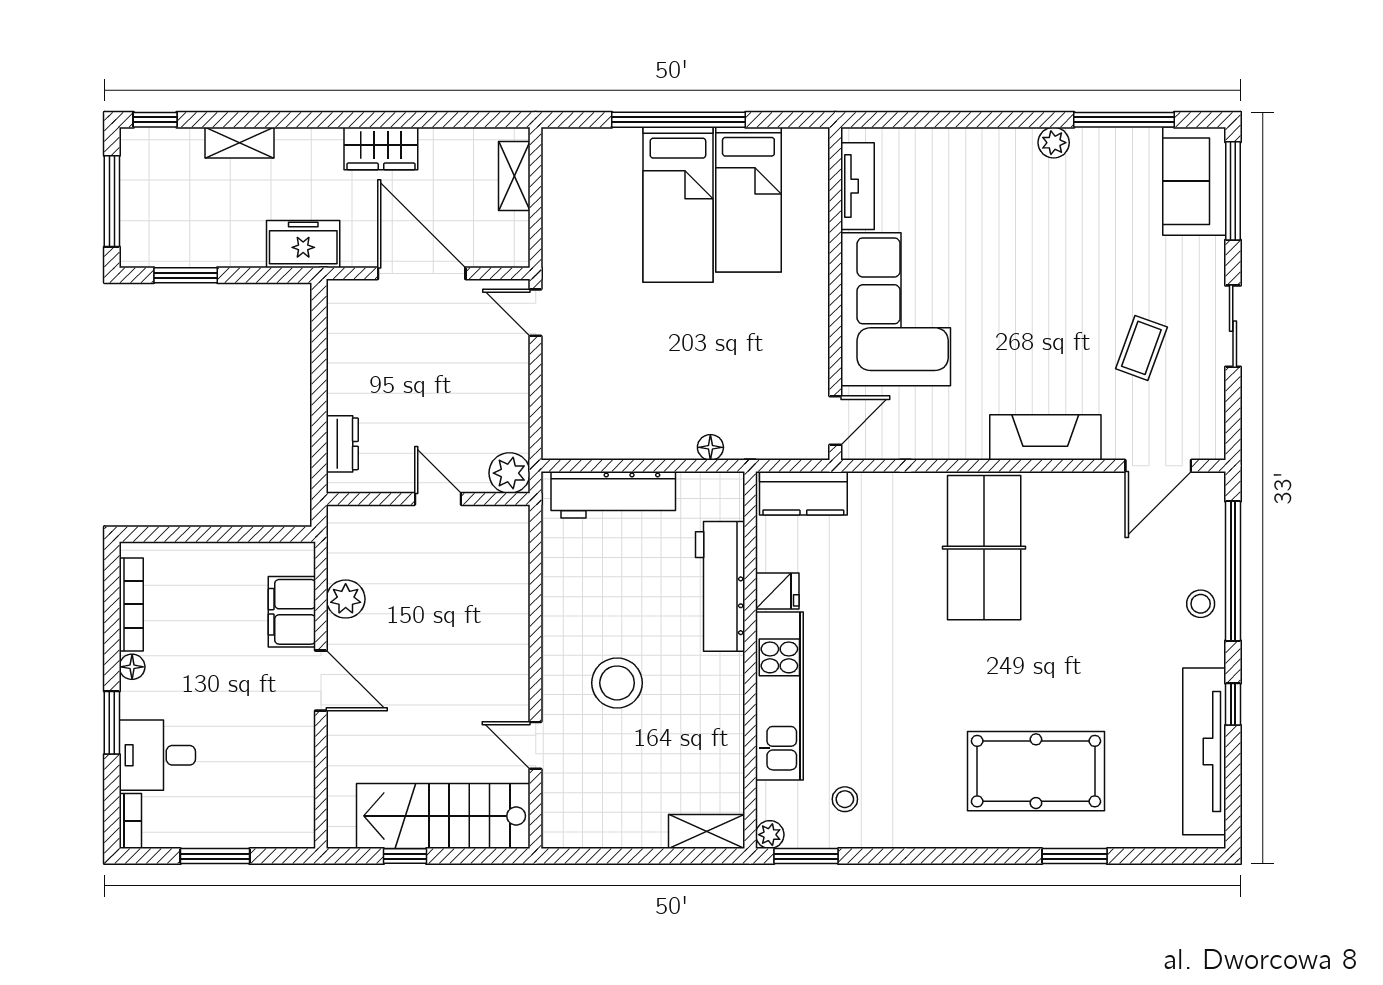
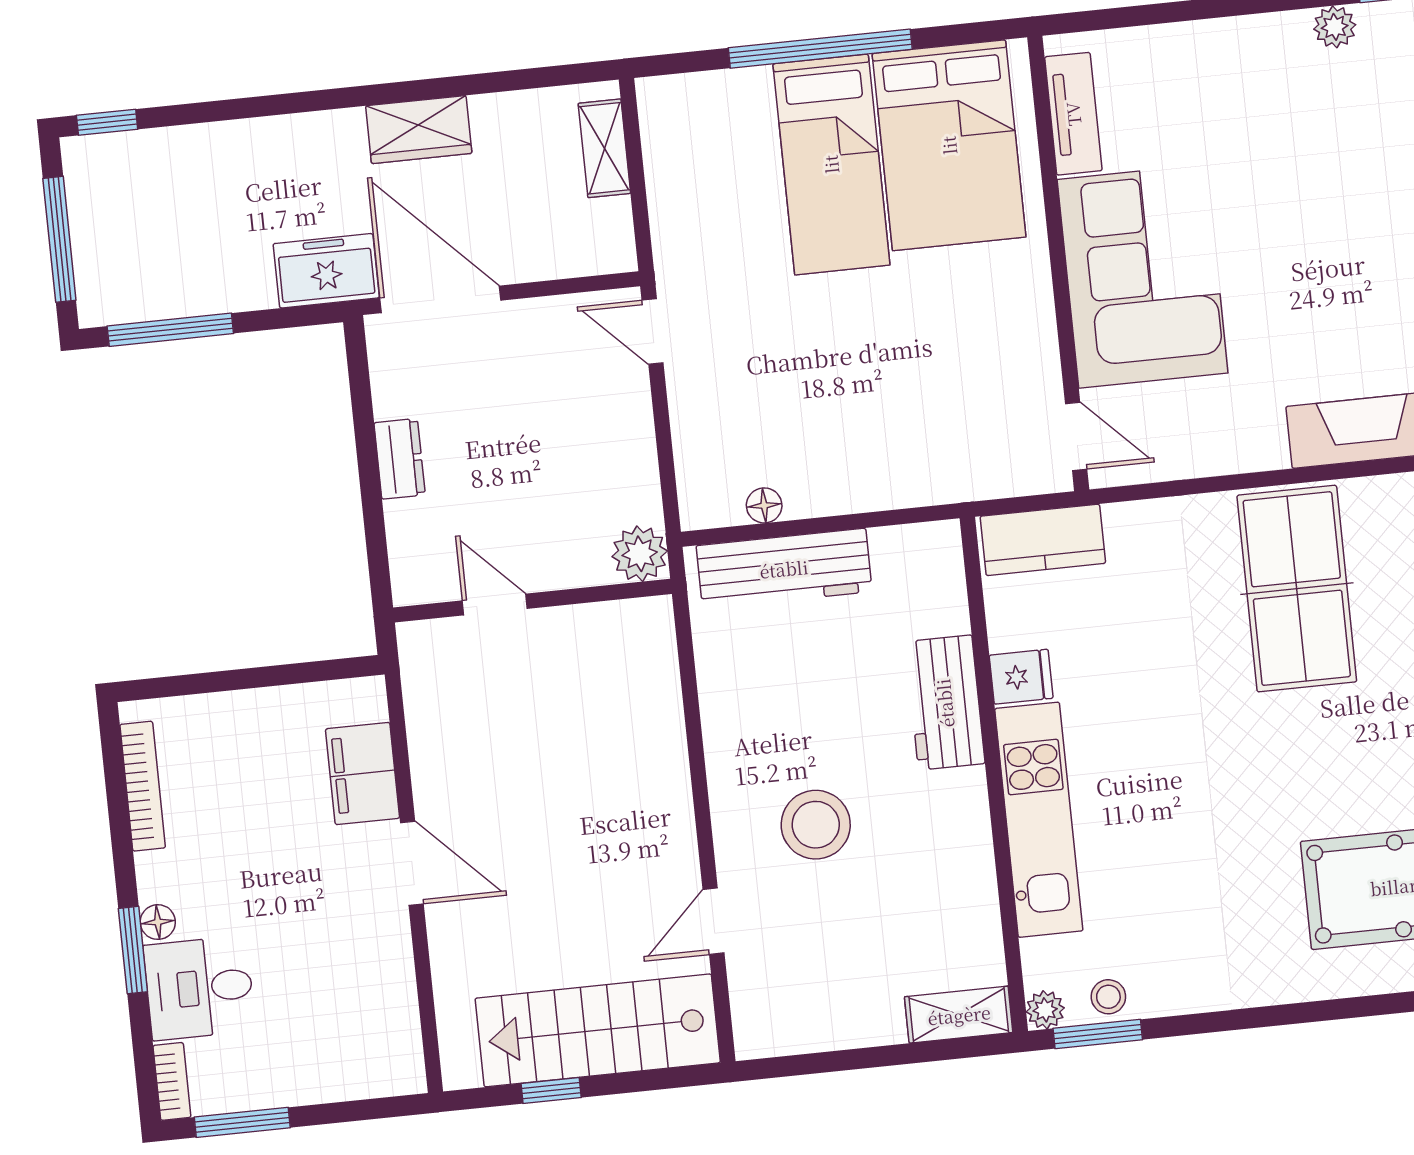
shelving: (239, 143) -> (225, 142), removed
bed: (748, 200) -> (949, 145), width x1.50
door: (422, 273) -> (440, 299), moved
window: (186, 275) -> (170, 330), width x1.44
door: (835, 421) -> (1076, 436), hinge flipped
dresser: (342, 444) -> (400, 459), moved
floor lamp: (710, 447) -> (764, 505), moved
door: (438, 499) -> (495, 605), moved
workbench: (720, 586) -> (945, 703), width x0.73
plant: (346, 599) -> (434, 748), removed
floor lamp: (132, 667) -> (158, 922), moved
door: (536, 745) -> (713, 921), hinge flipped
stool: (845, 799) -> (1108, 997), moved
window: (215, 856) -> (242, 1122), moved

